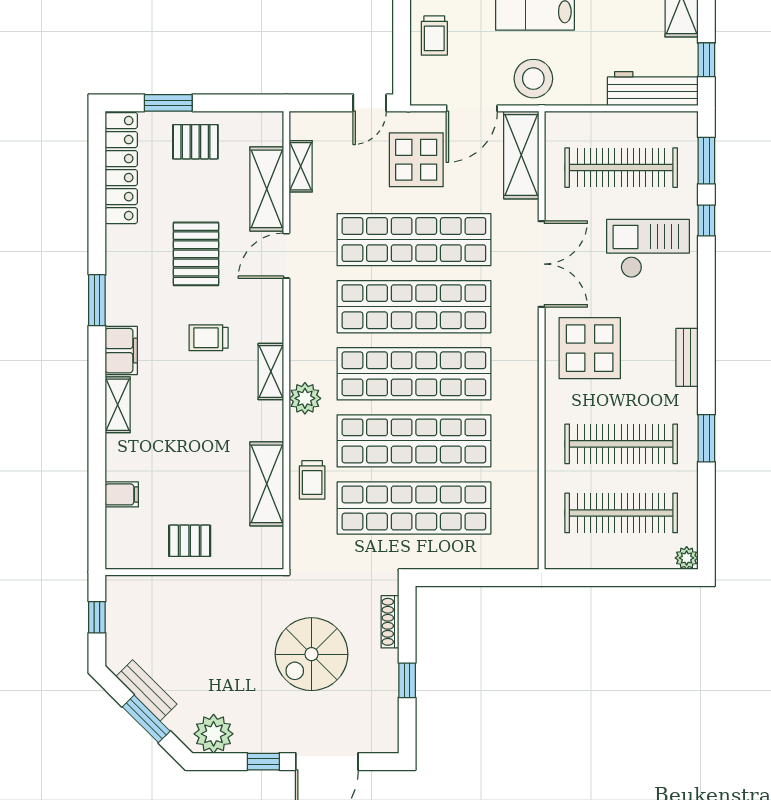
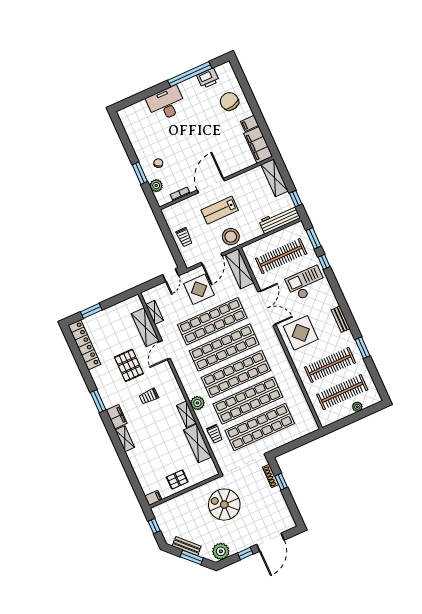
pallet: (195, 142) -> (109, 321), removed
shelving: (271, 372) -> (186, 414), moved
filing cabinet: (122, 494) -> (153, 498), moved
plant: (687, 558) -> (357, 407), moved
spiral stairs: (311, 654) -> (224, 505), moved, turned 90
window: (407, 680) -> (281, 482), moved

